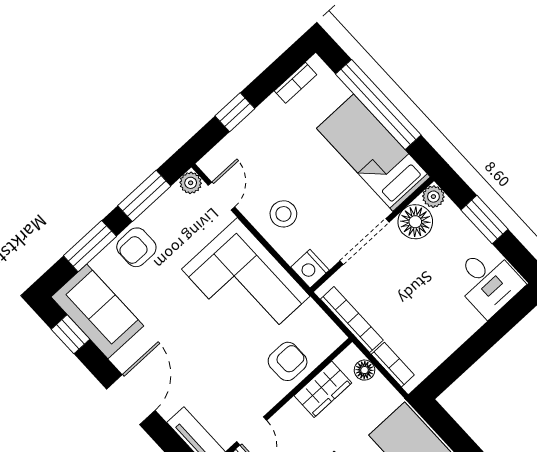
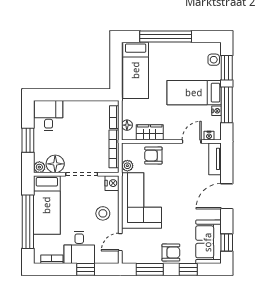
desk: (272, 135) -> (79, 247), added
plant: (191, 183) -> (127, 166), moved
window: (90, 246) -> (188, 269), width x0.67

